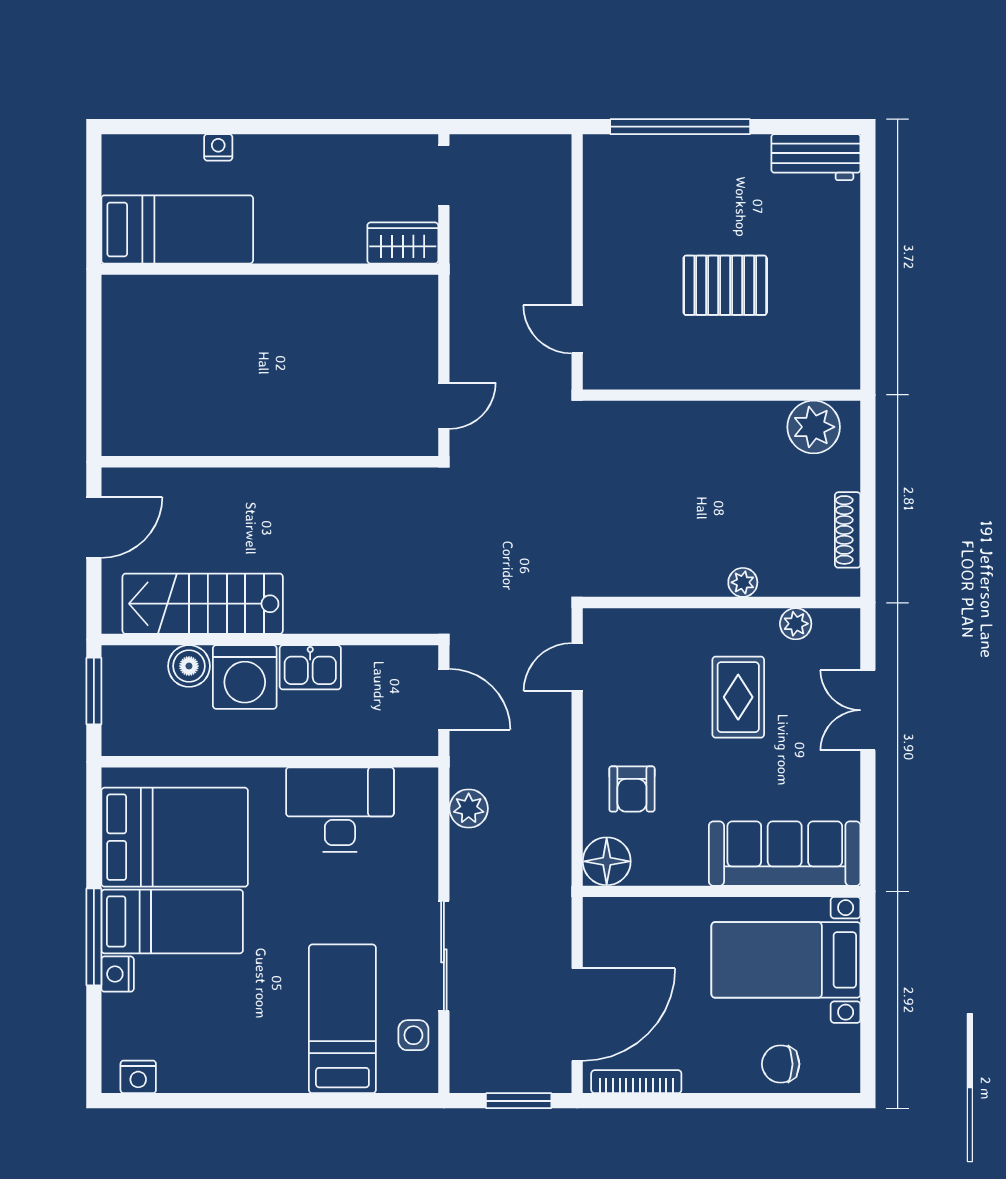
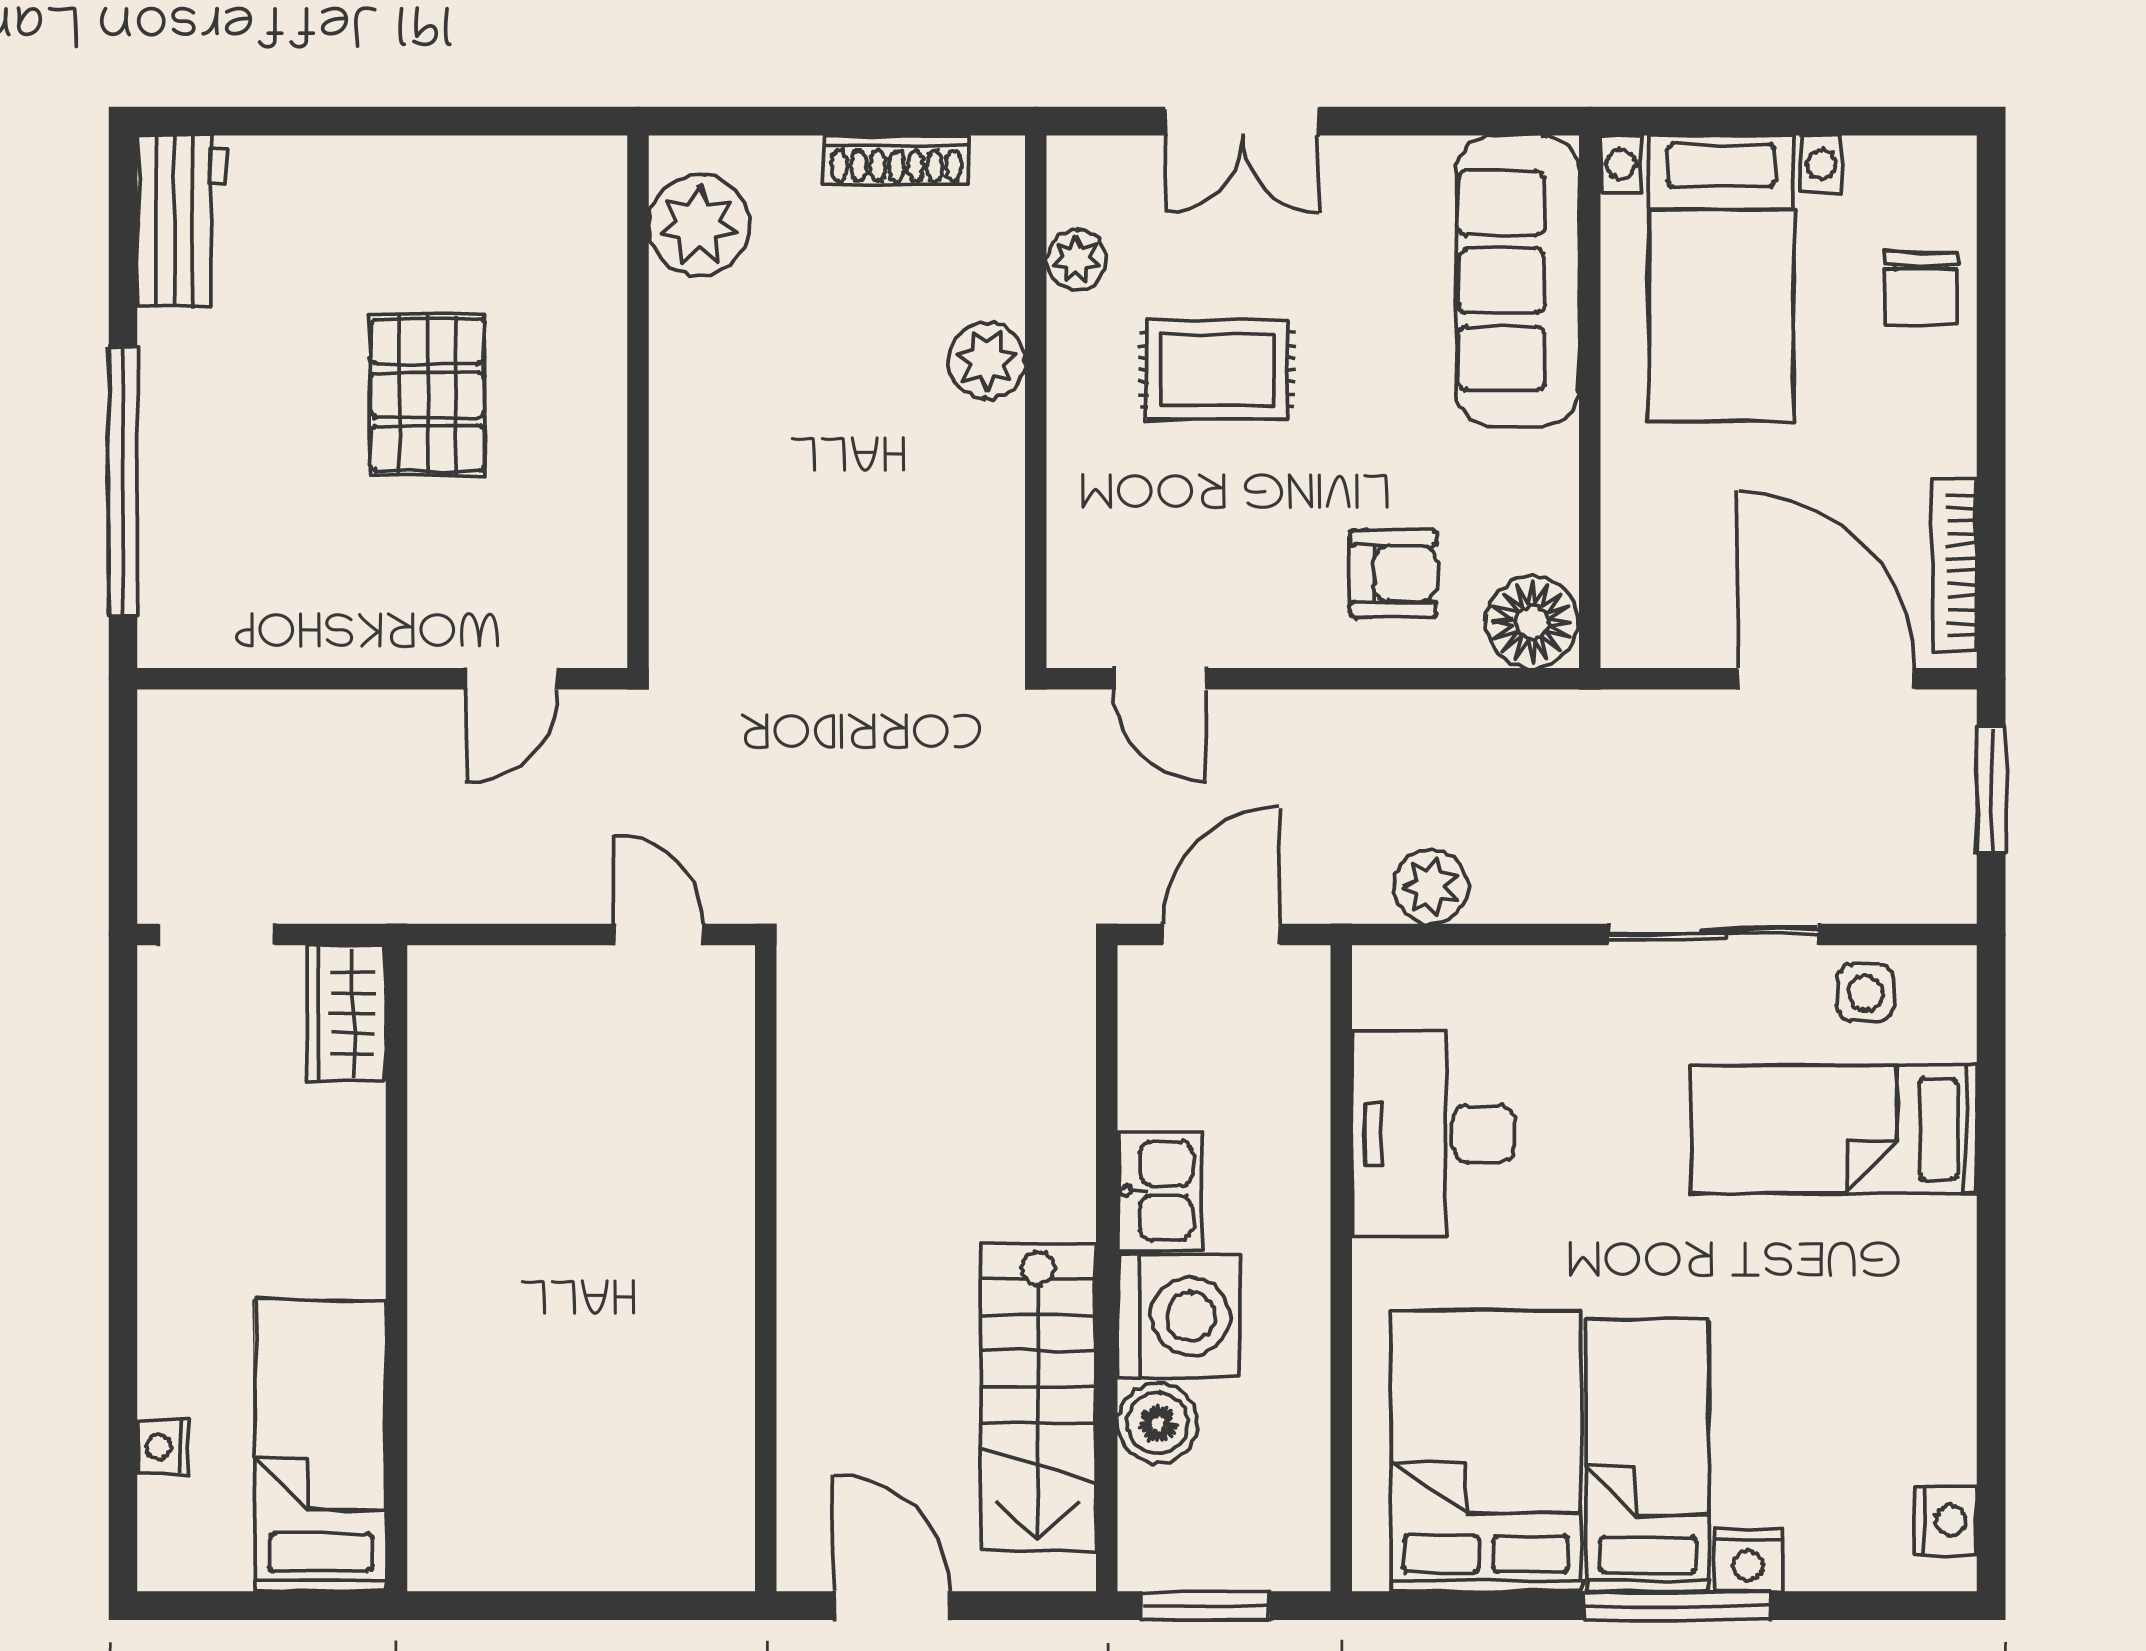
nightstand: (218, 147) -> (163, 1447), moved
plant: (743, 582) -> (987, 361), width x1.38, depth x1.38

